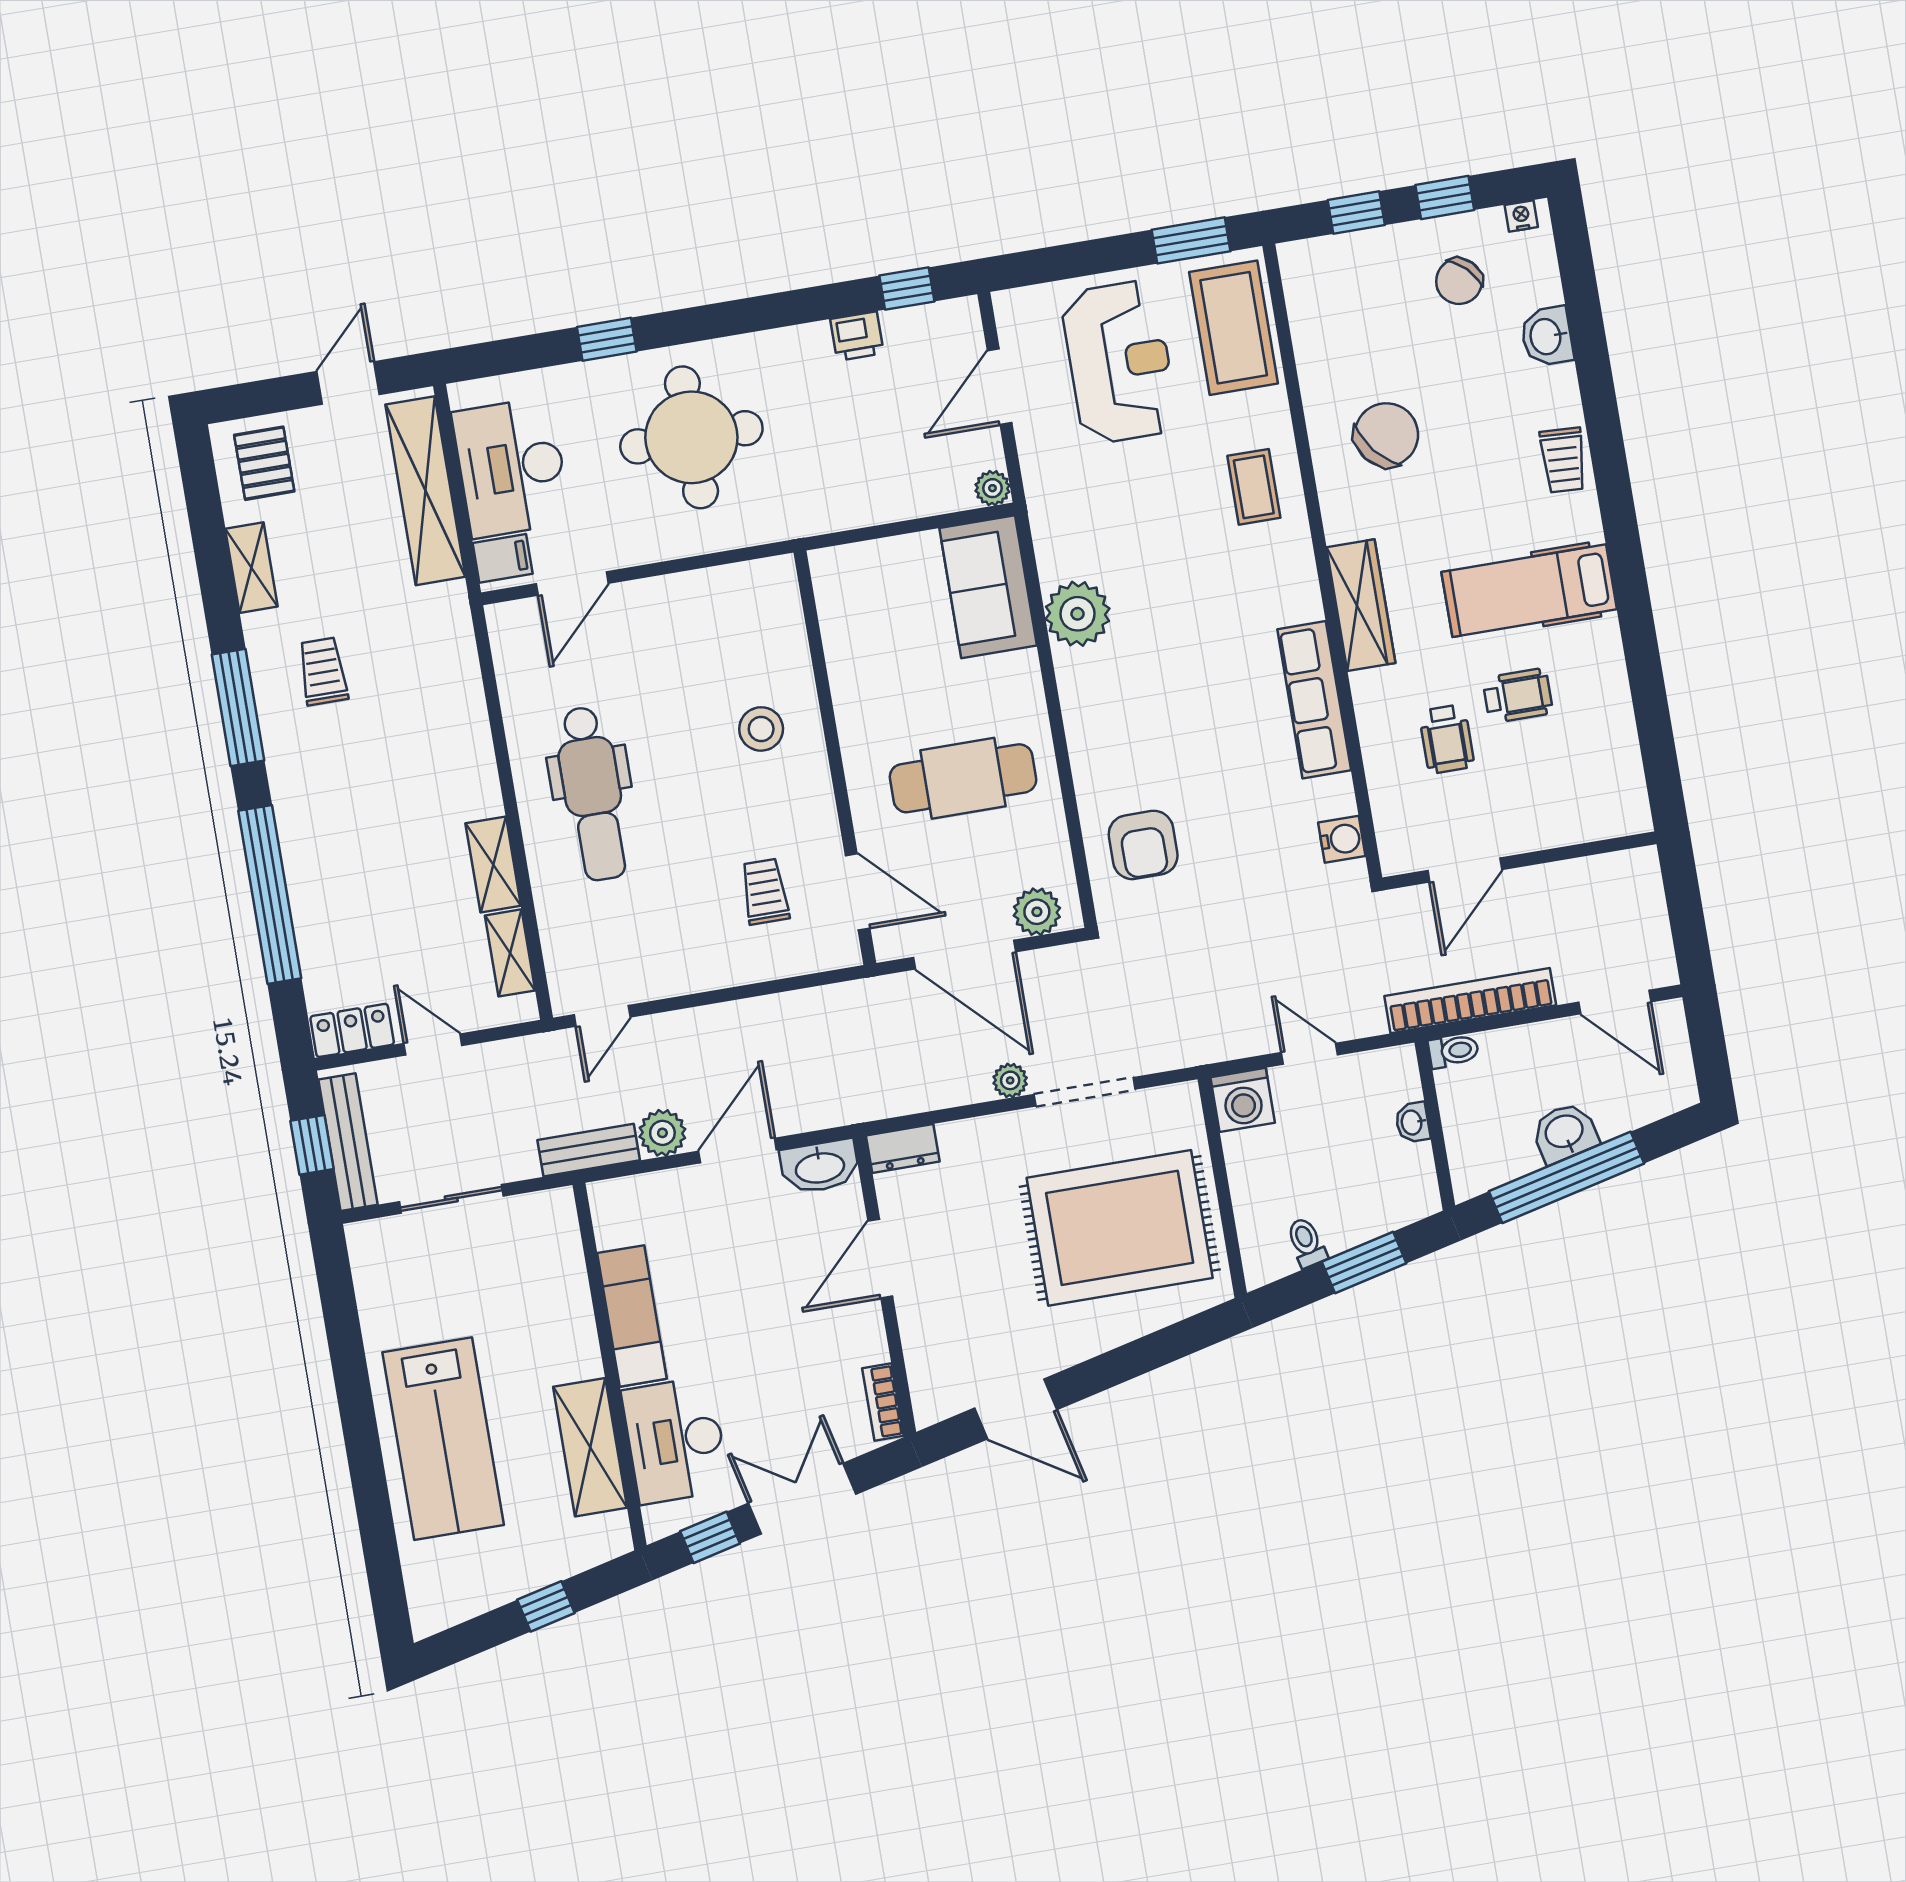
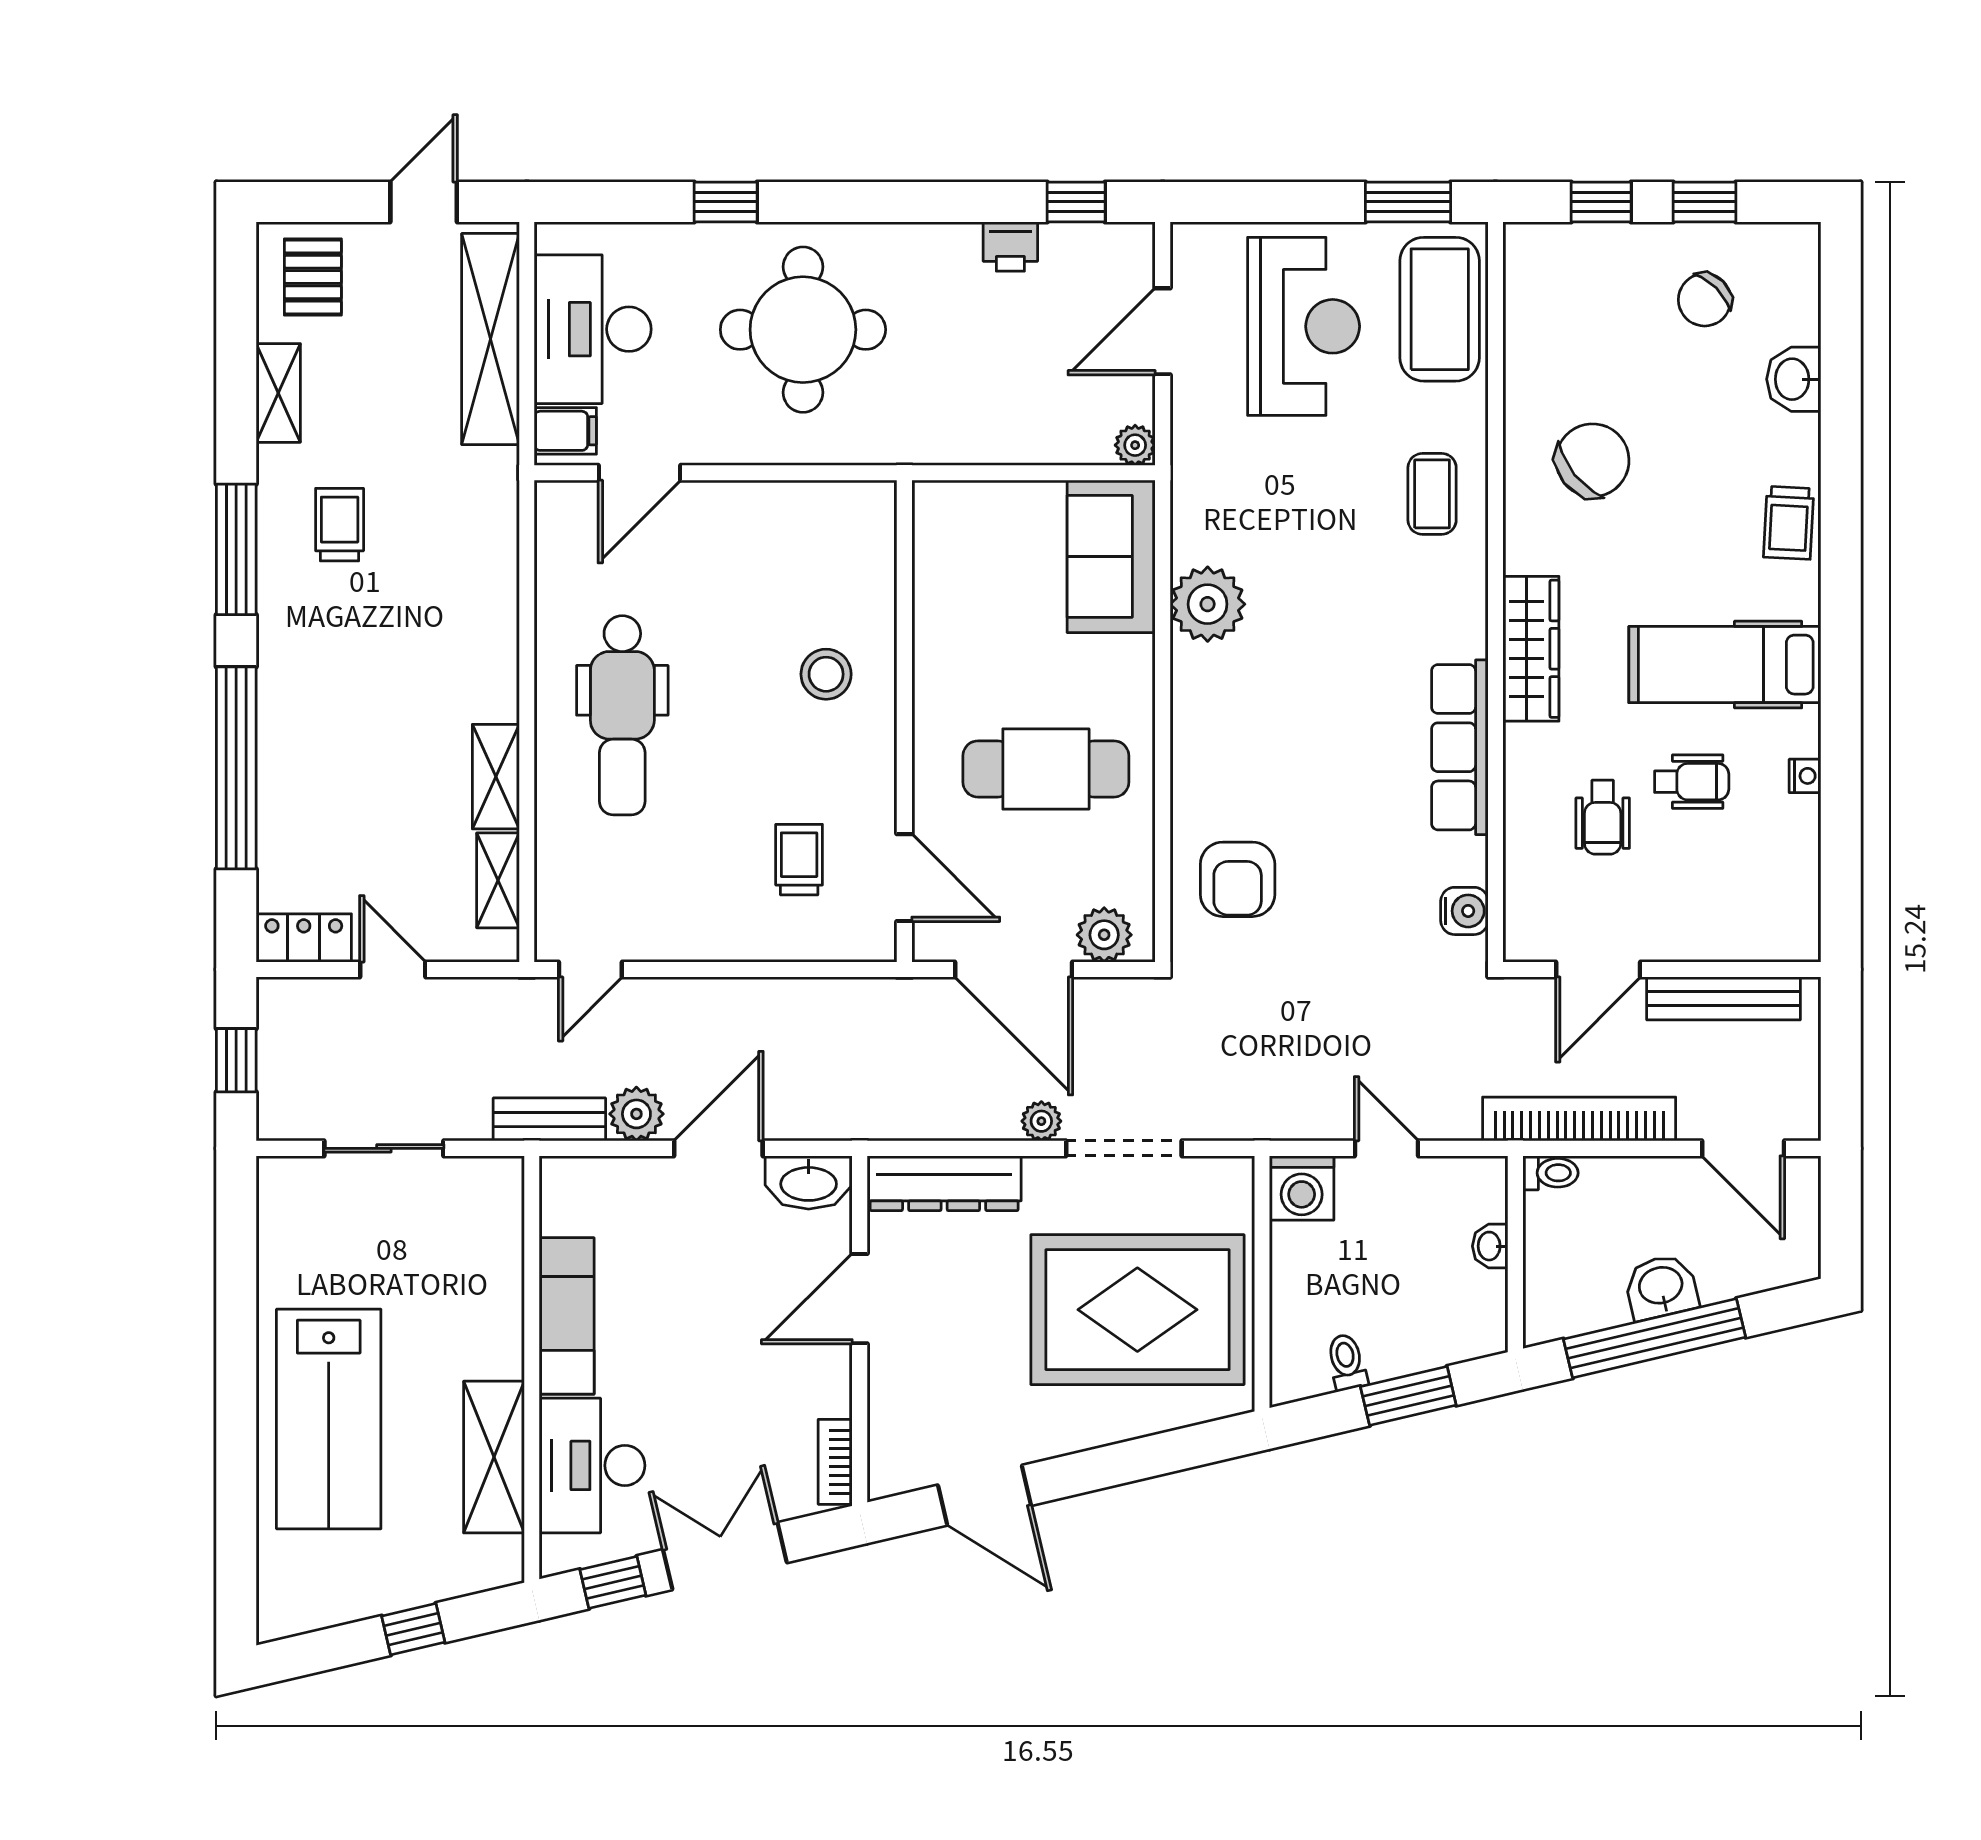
nightstand: (1521, 216) -> (1805, 776), moved, turned 90
bench: (348, 1142) -> (1723, 998), moved, turned 90
dresser: (903, 1149) -> (944, 1183), width x1.96, depth x1.24

